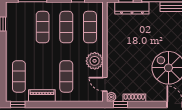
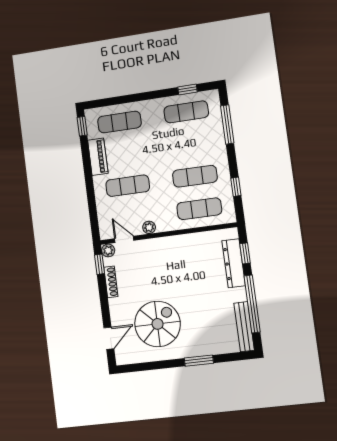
exercise mat: (43, 27) -> (186, 112), moved
plant: (95, 61) -> (149, 227), width x0.53, depth x0.53
door: (105, 84) -> (124, 239), hinge flipped

